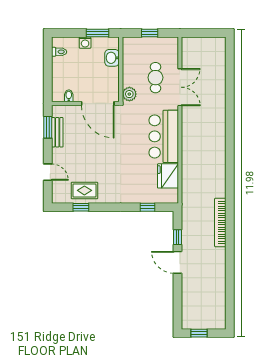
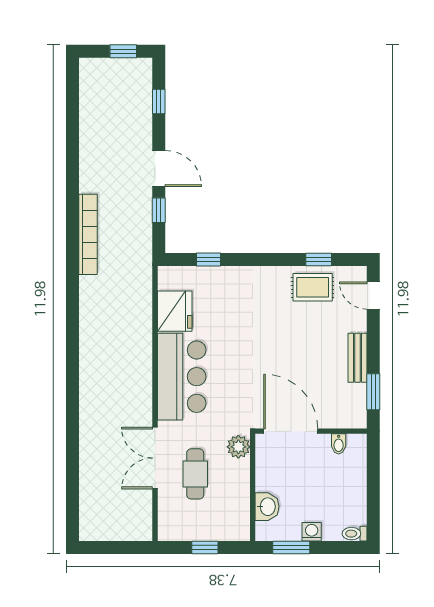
toilet: (59, 52) -> (355, 534), moved
bench: (57, 132) -> (358, 358), moved
door: (48, 172) -> (373, 296), moved
window: (178, 303) -> (159, 102), added

